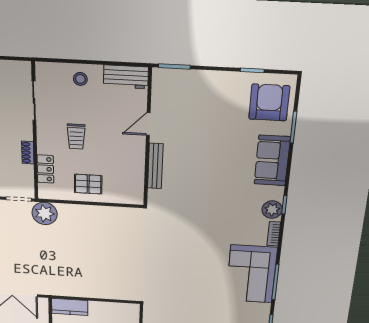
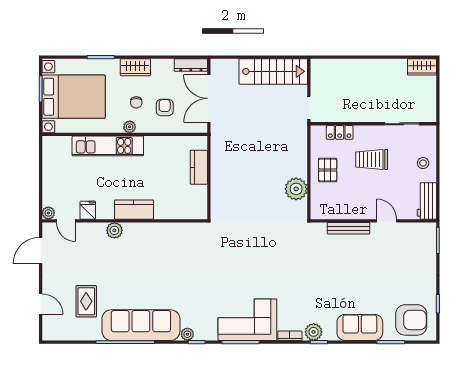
trolley: (76, 137) -> (372, 159), width x1.36, depth x1.39
shoe rack: (28, 153) -> (354, 117), removed
plant: (45, 213) -> (296, 189), moved
kitchen counter: (70, 307) -> (199, 167), moved

